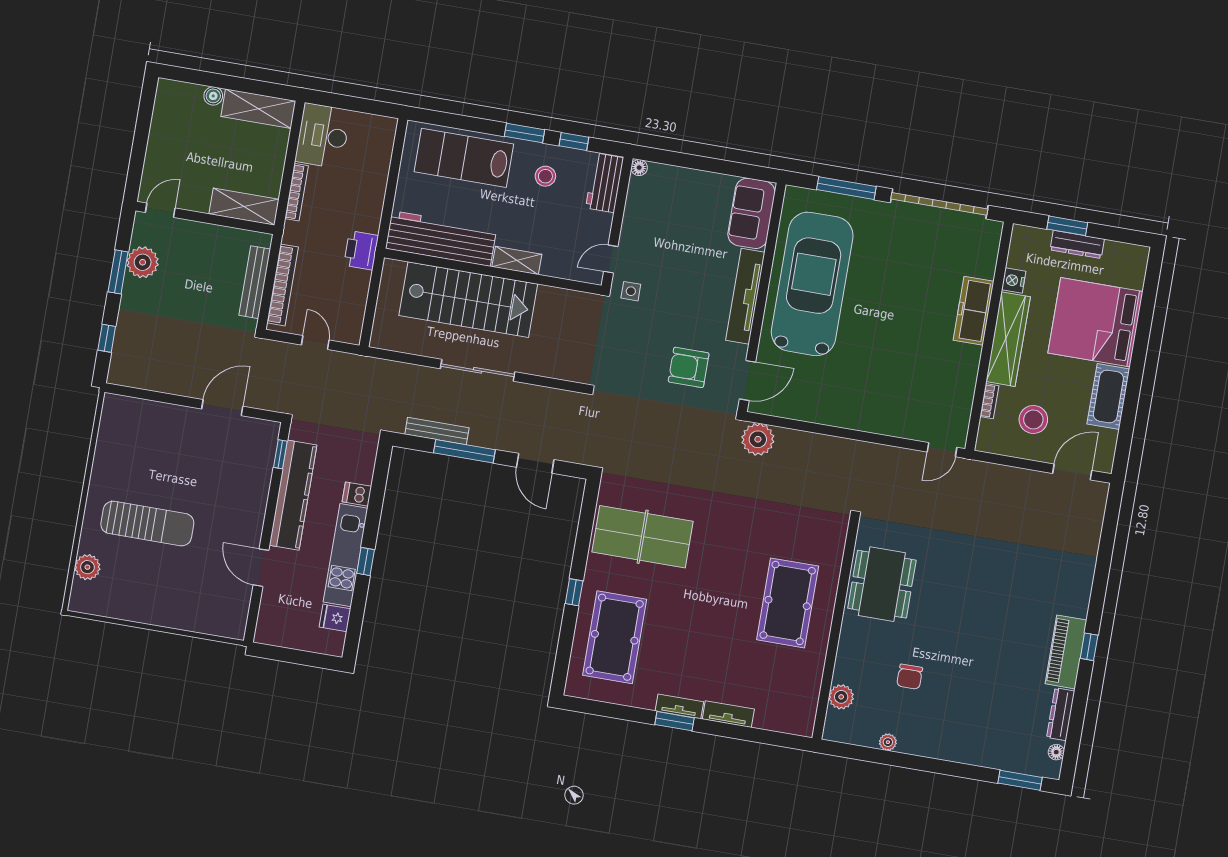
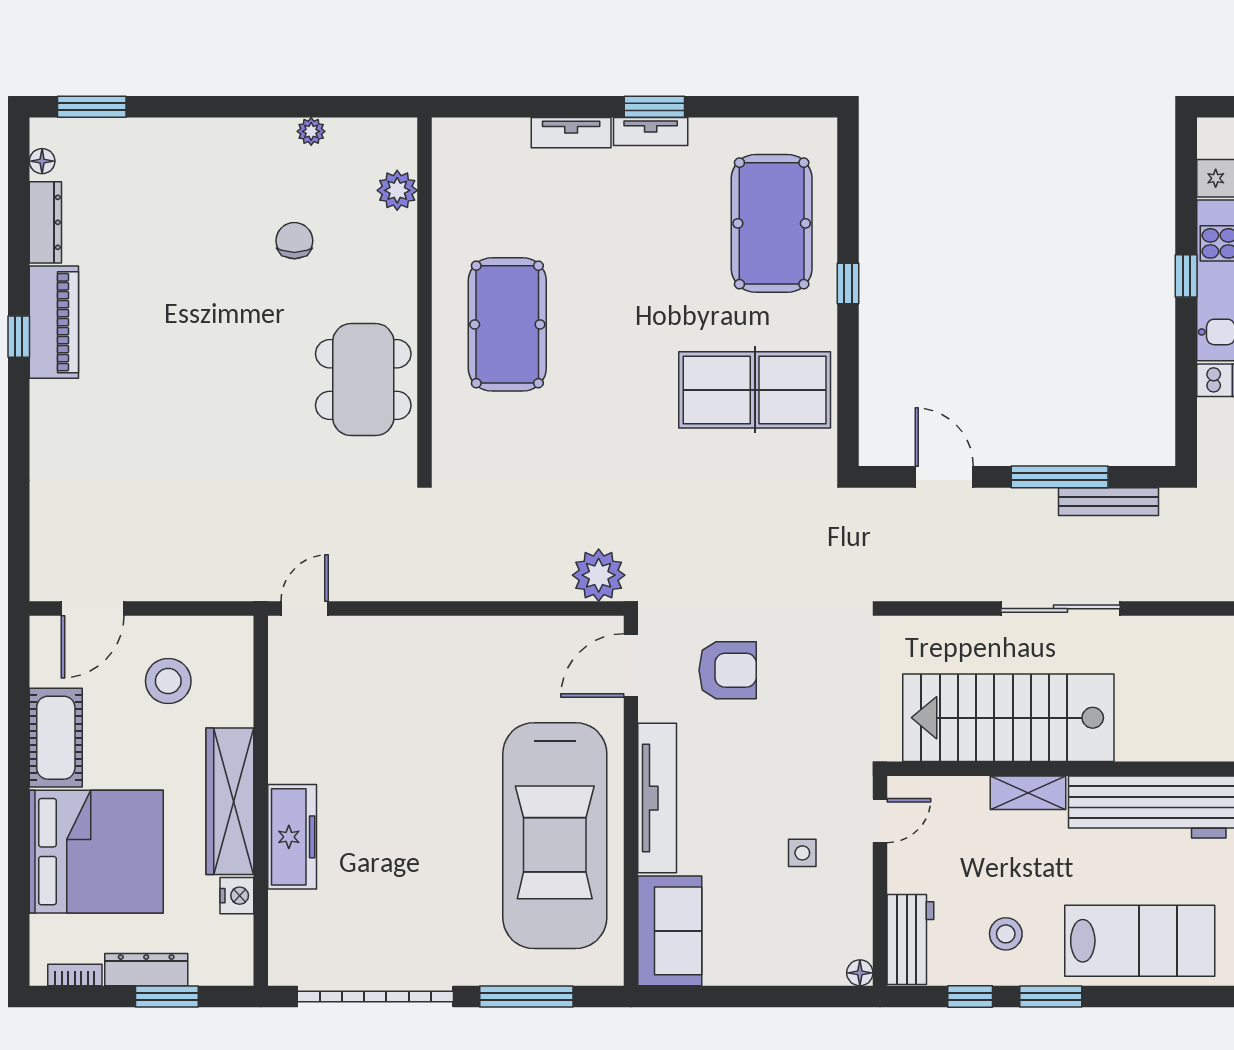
side table: (631, 291) -> (802, 853), moved
stairs: (468, 300) -> (1008, 718), moved
bookcase: (989, 401) -> (75, 975), moved, turned 90

